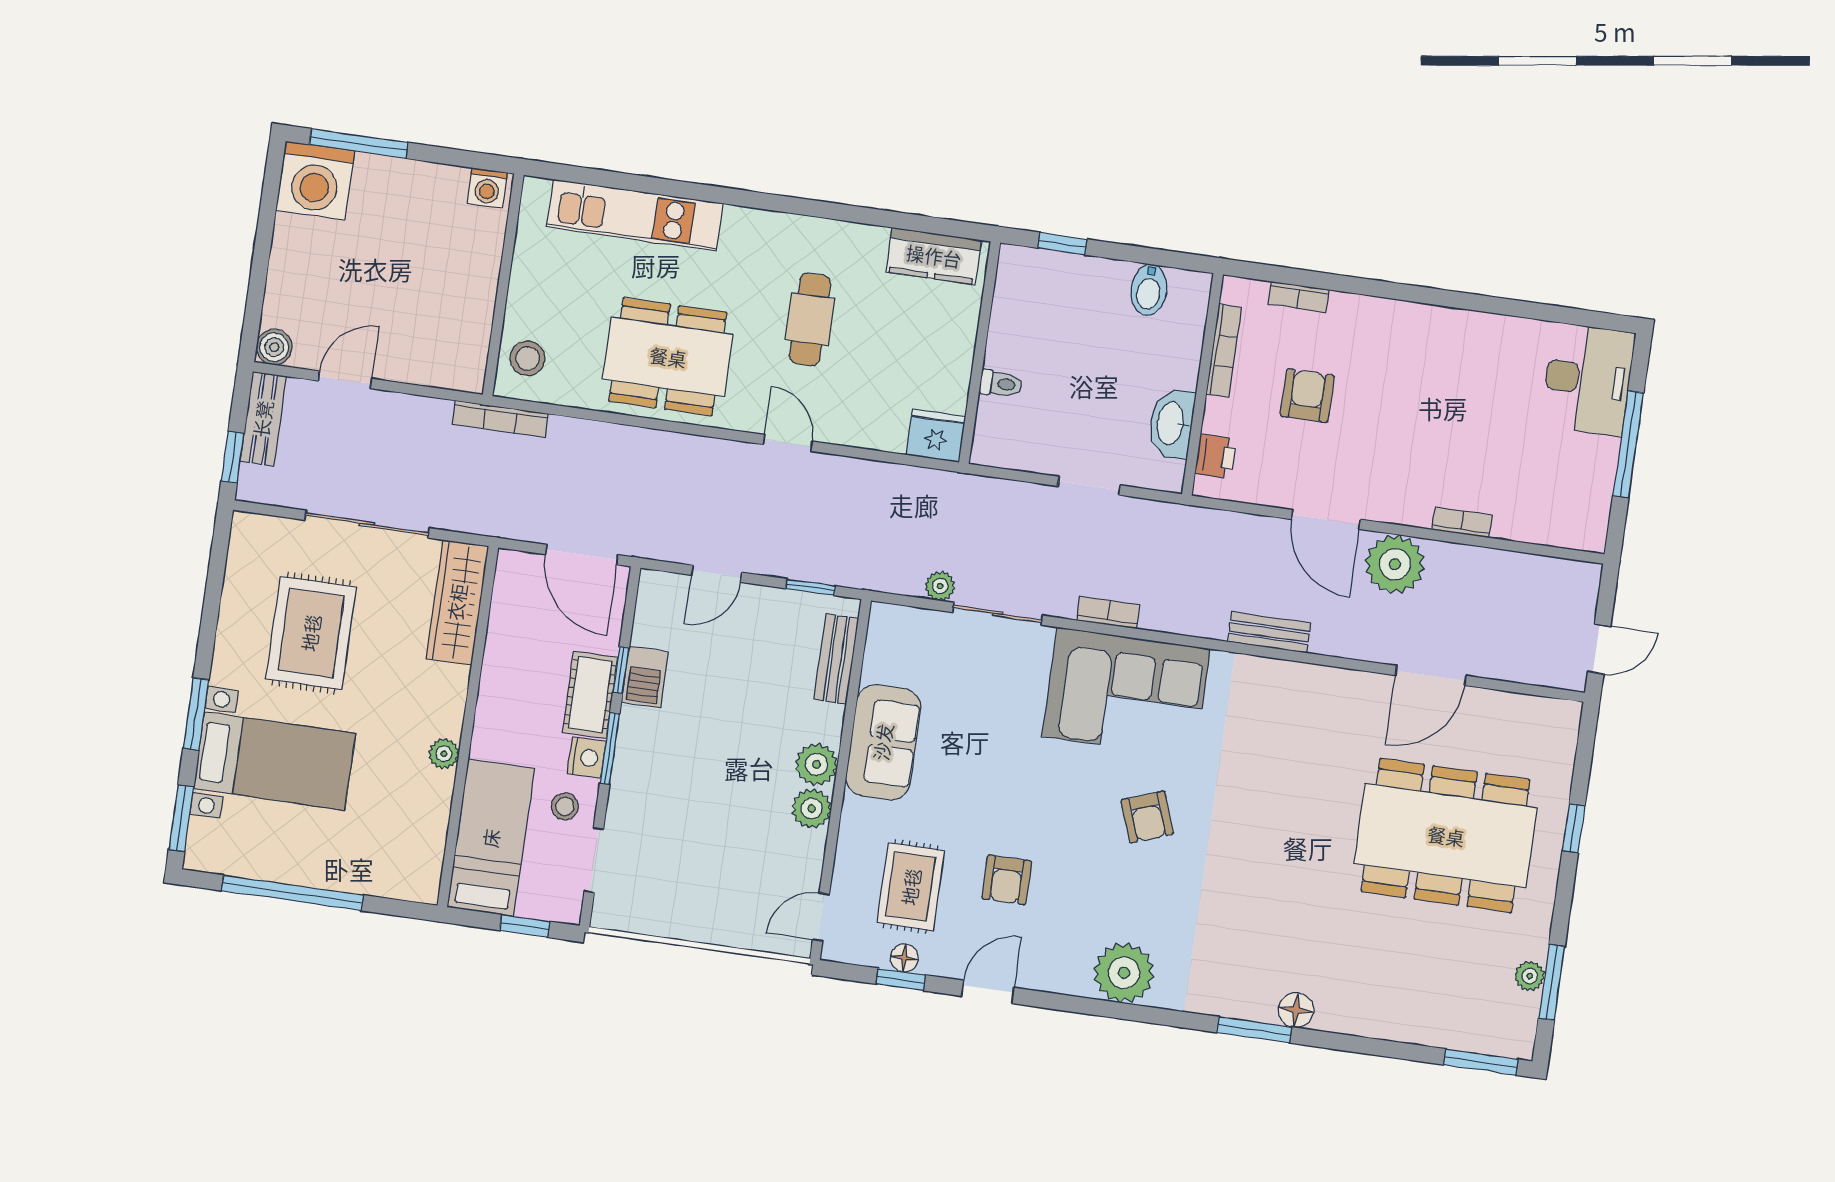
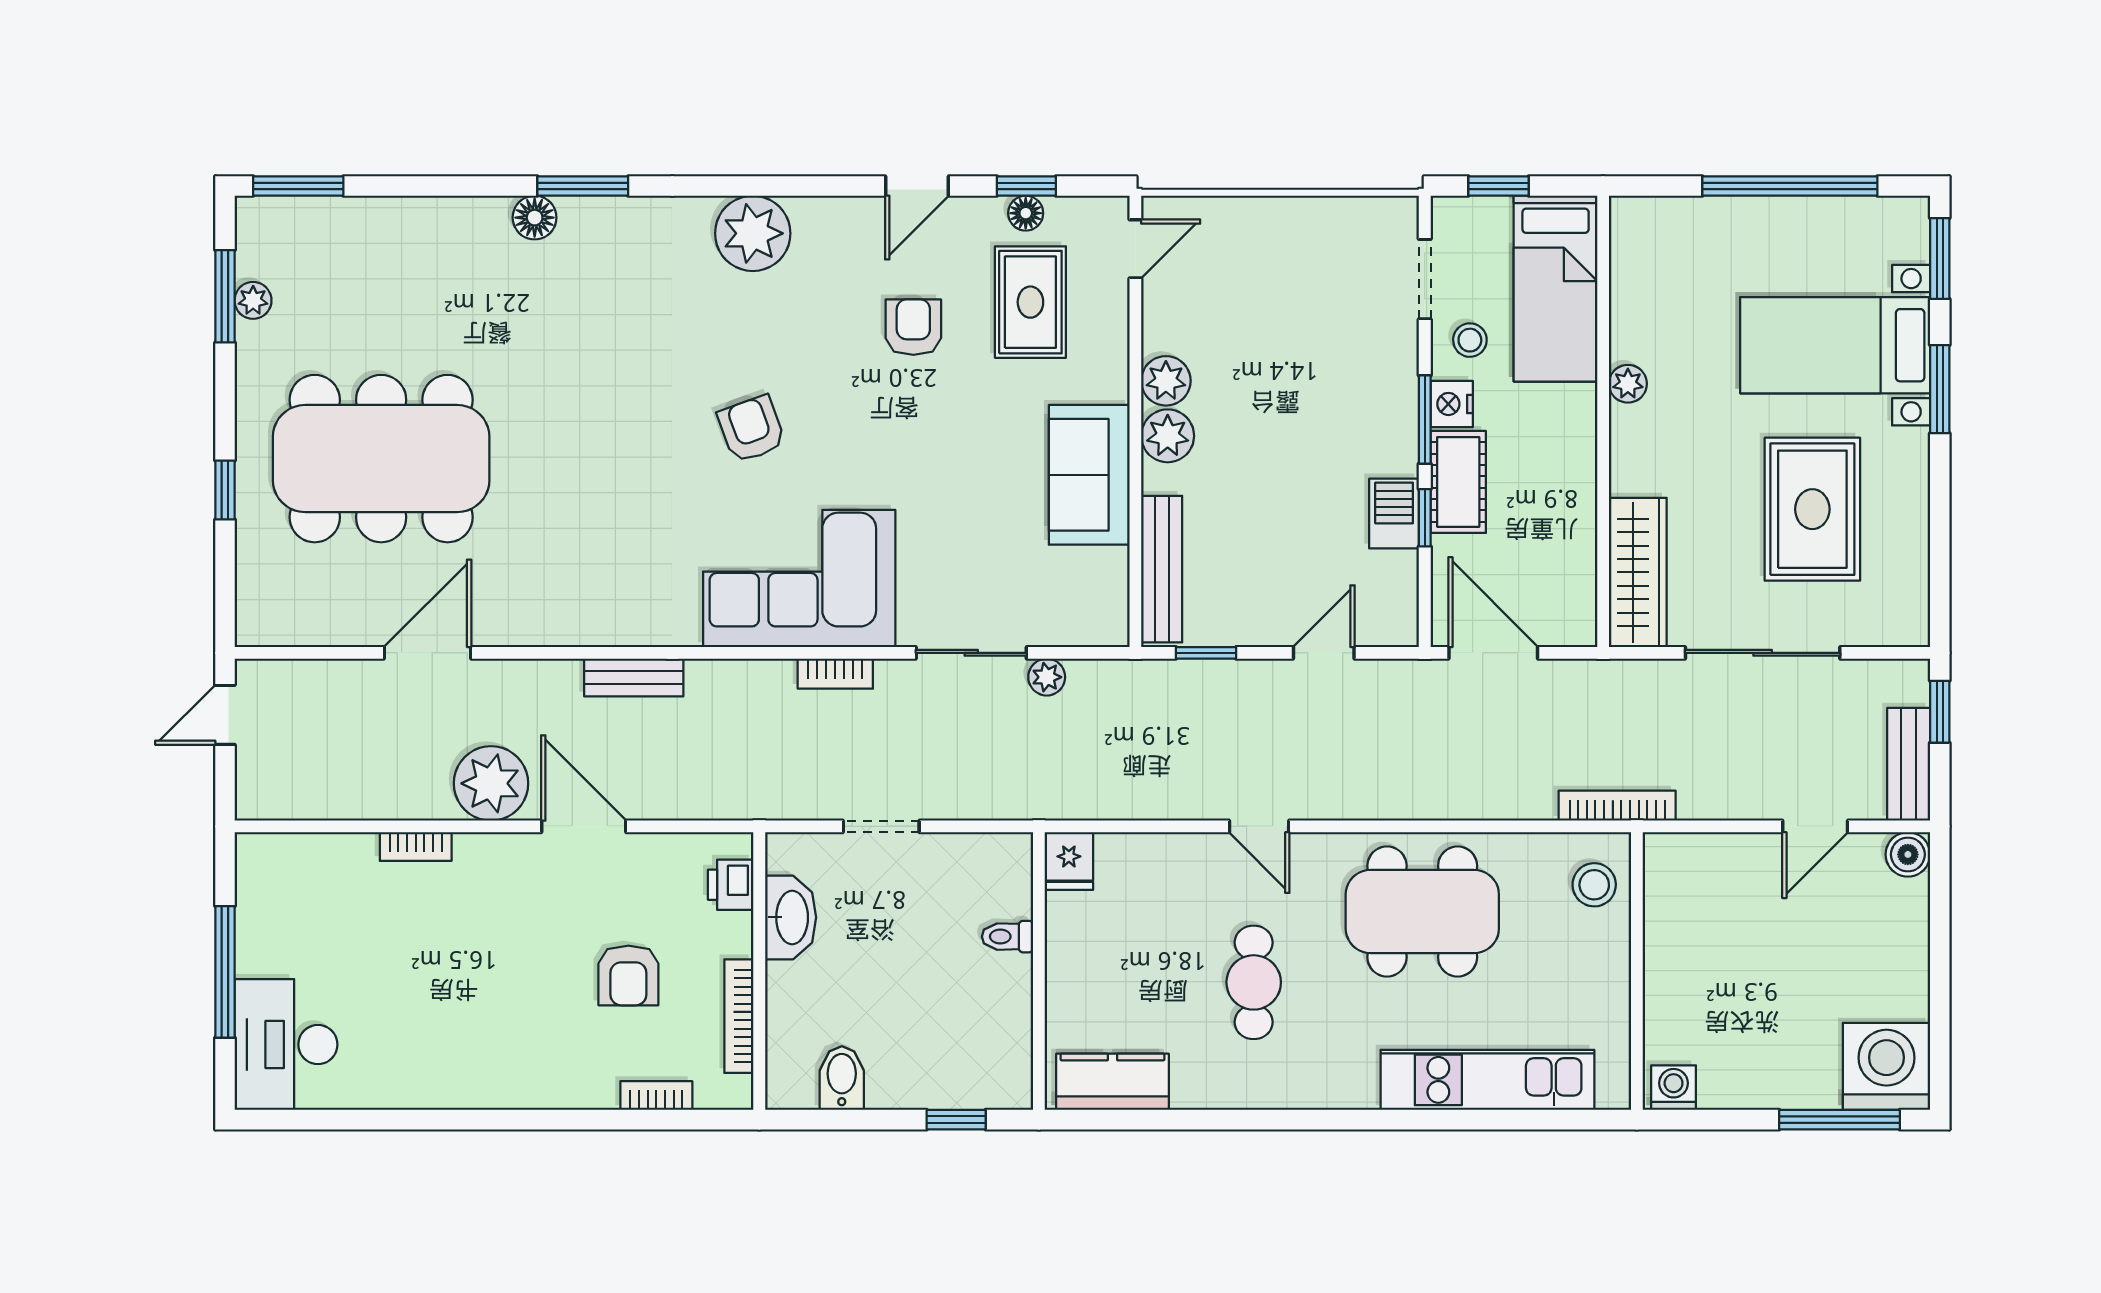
fridge: (936, 436) -> (1069, 861), width x0.72
bench: (836, 659) -> (1162, 569), width x1.36

